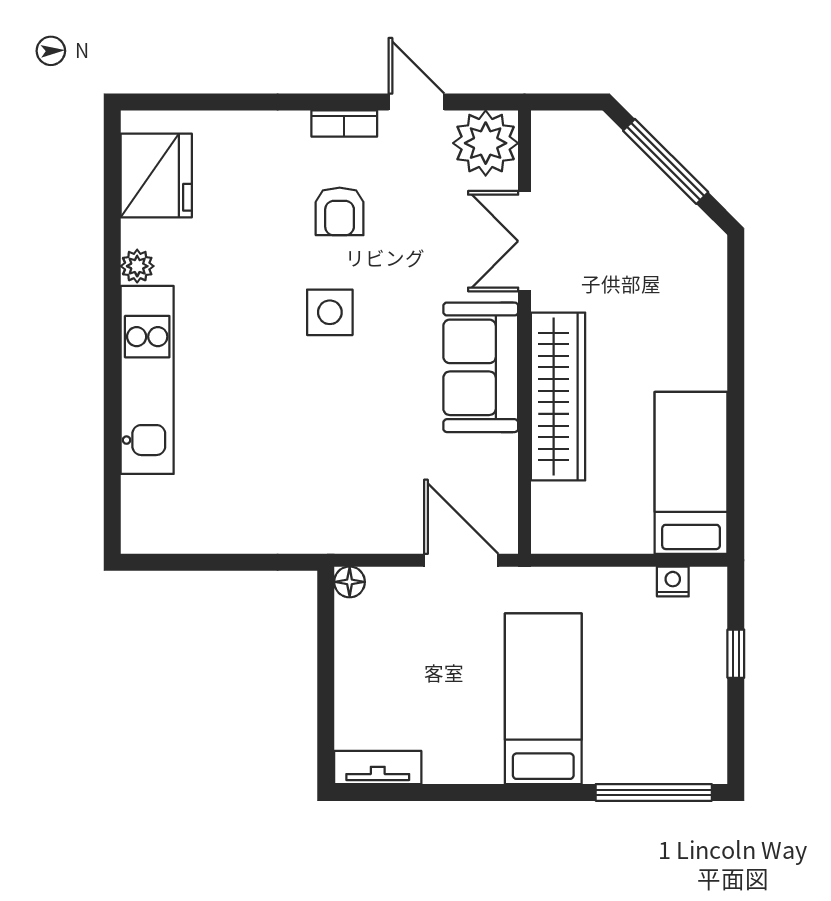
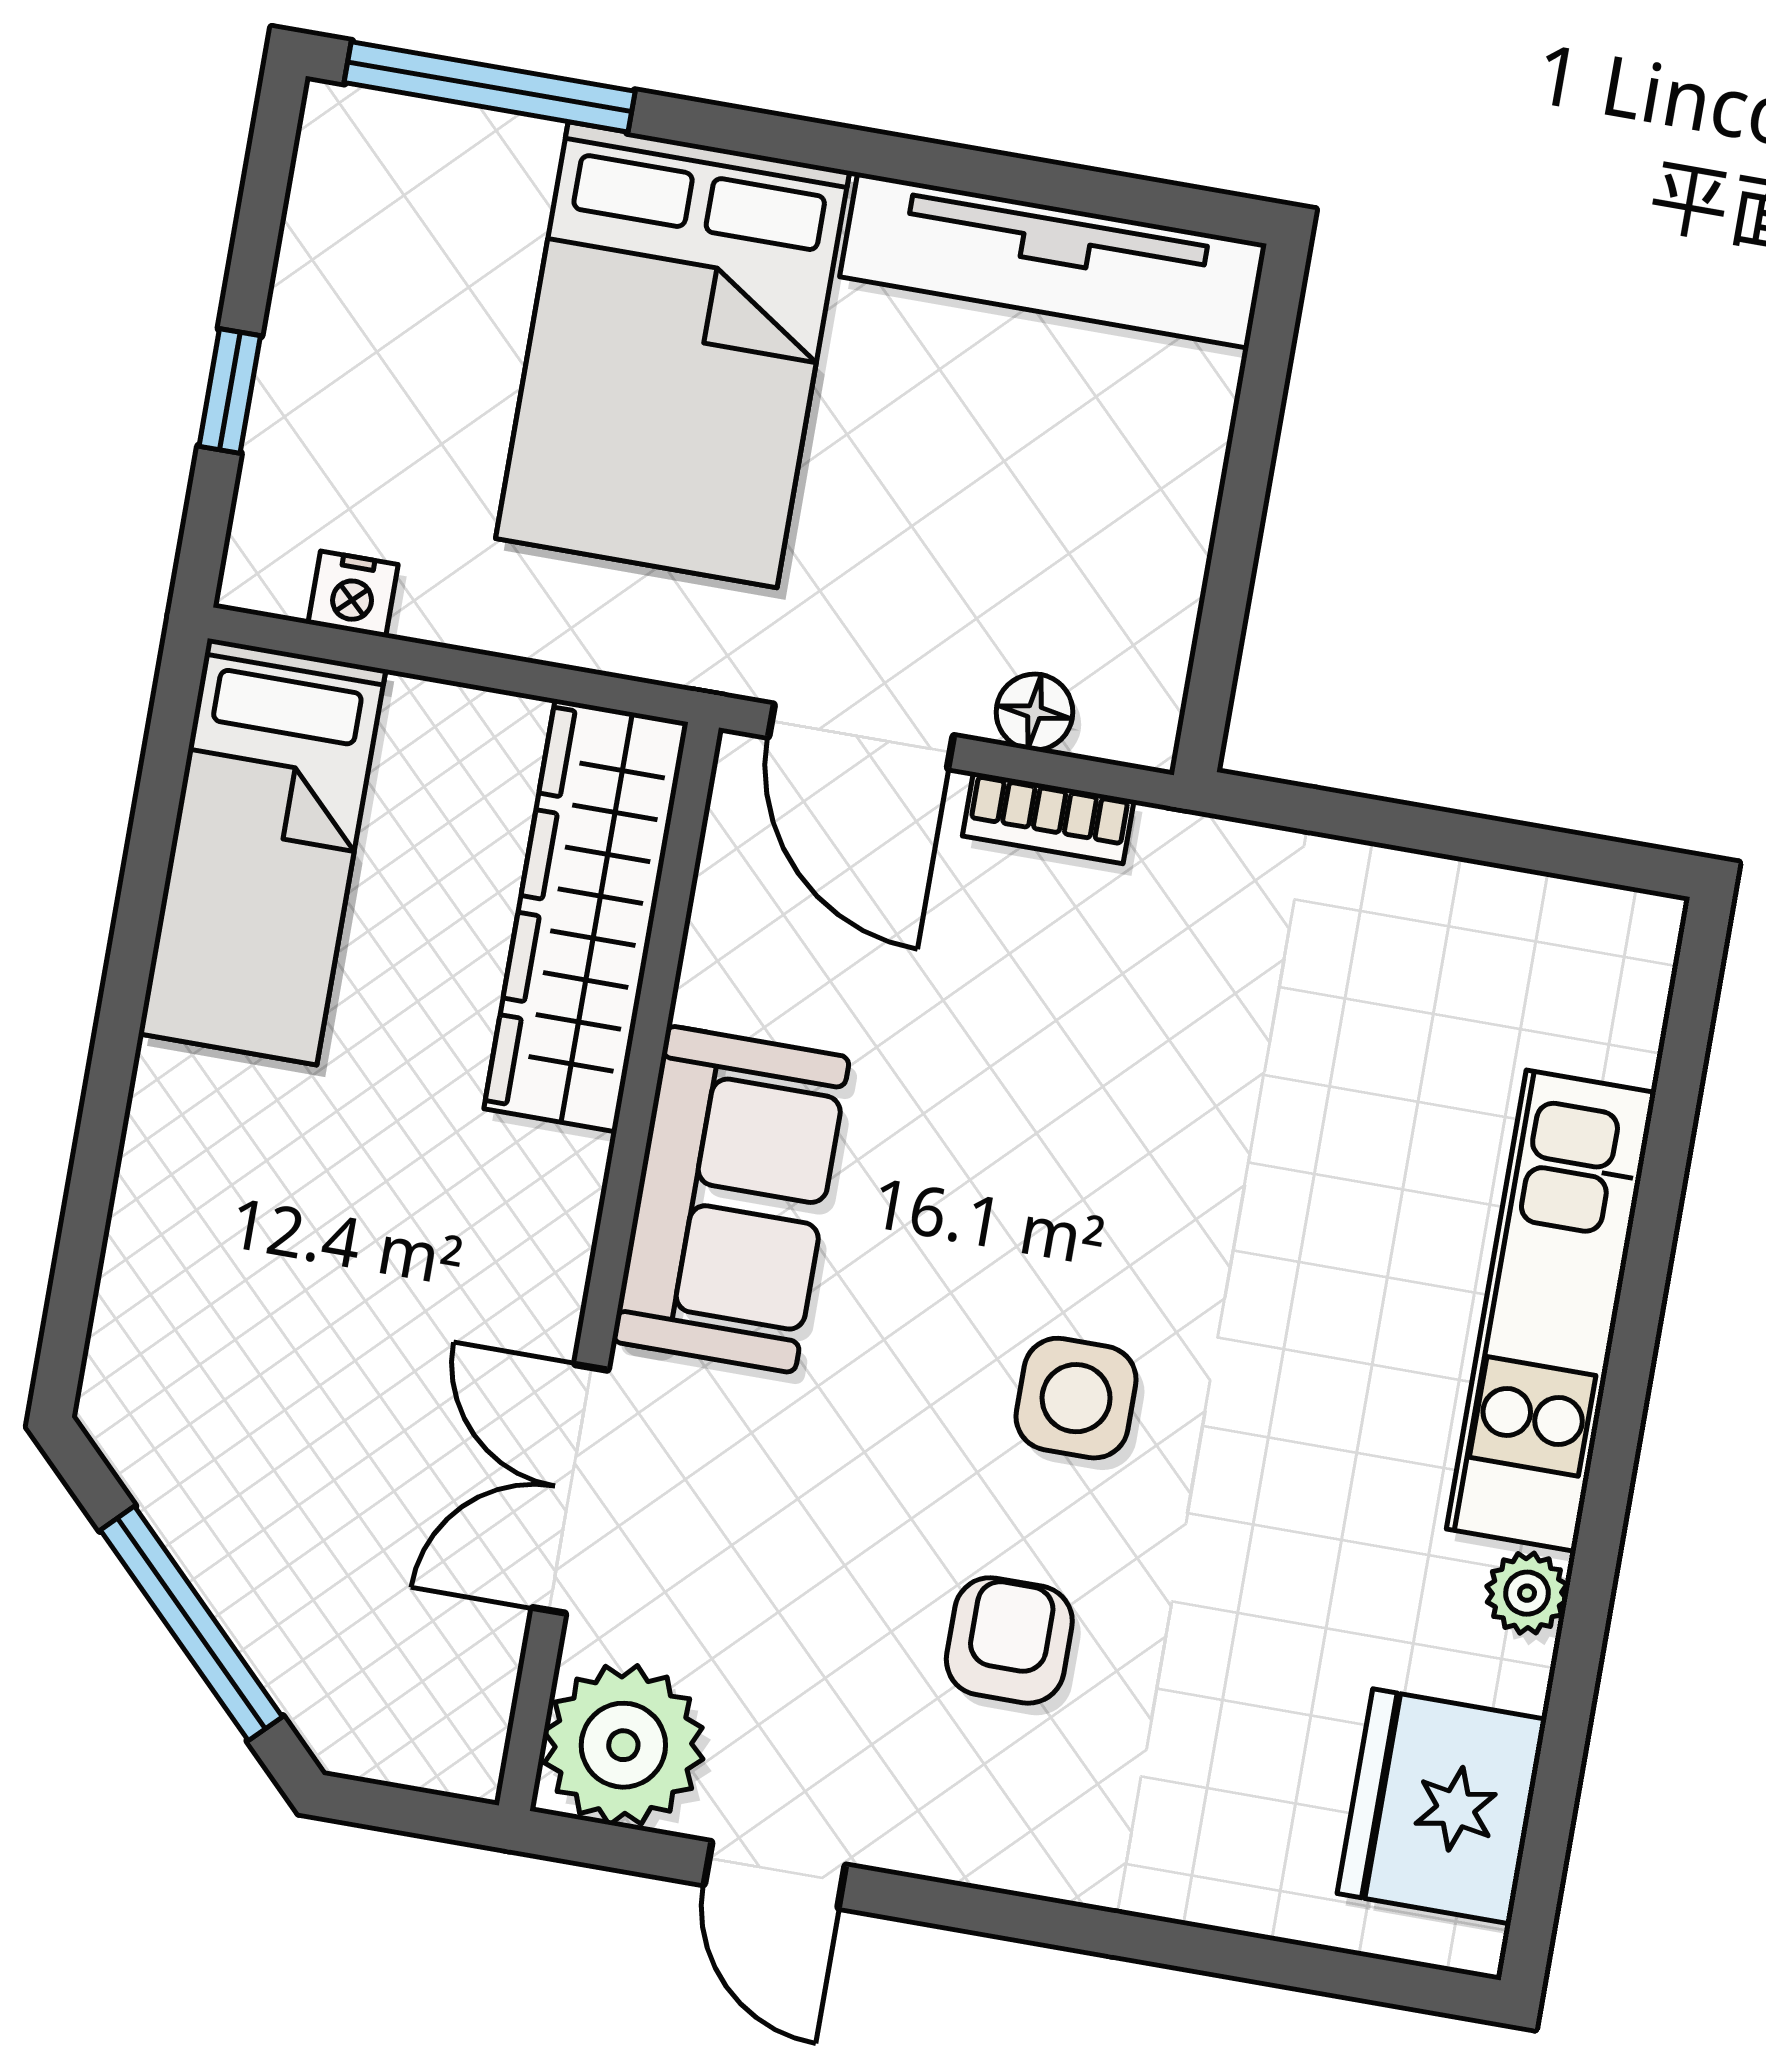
bookcase: (344, 124) -> (1048, 818), moved, turned 180
double door: (525, 241) -> (570, 1489), swing flipped
wardrobe: (558, 397) -> (586, 915), moved
floor lamp: (350, 582) -> (1034, 712), moved
bed: (543, 699) -> (673, 355), width x1.50
tv unit: (378, 767) -> (1053, 260), width x1.92, depth x1.29

